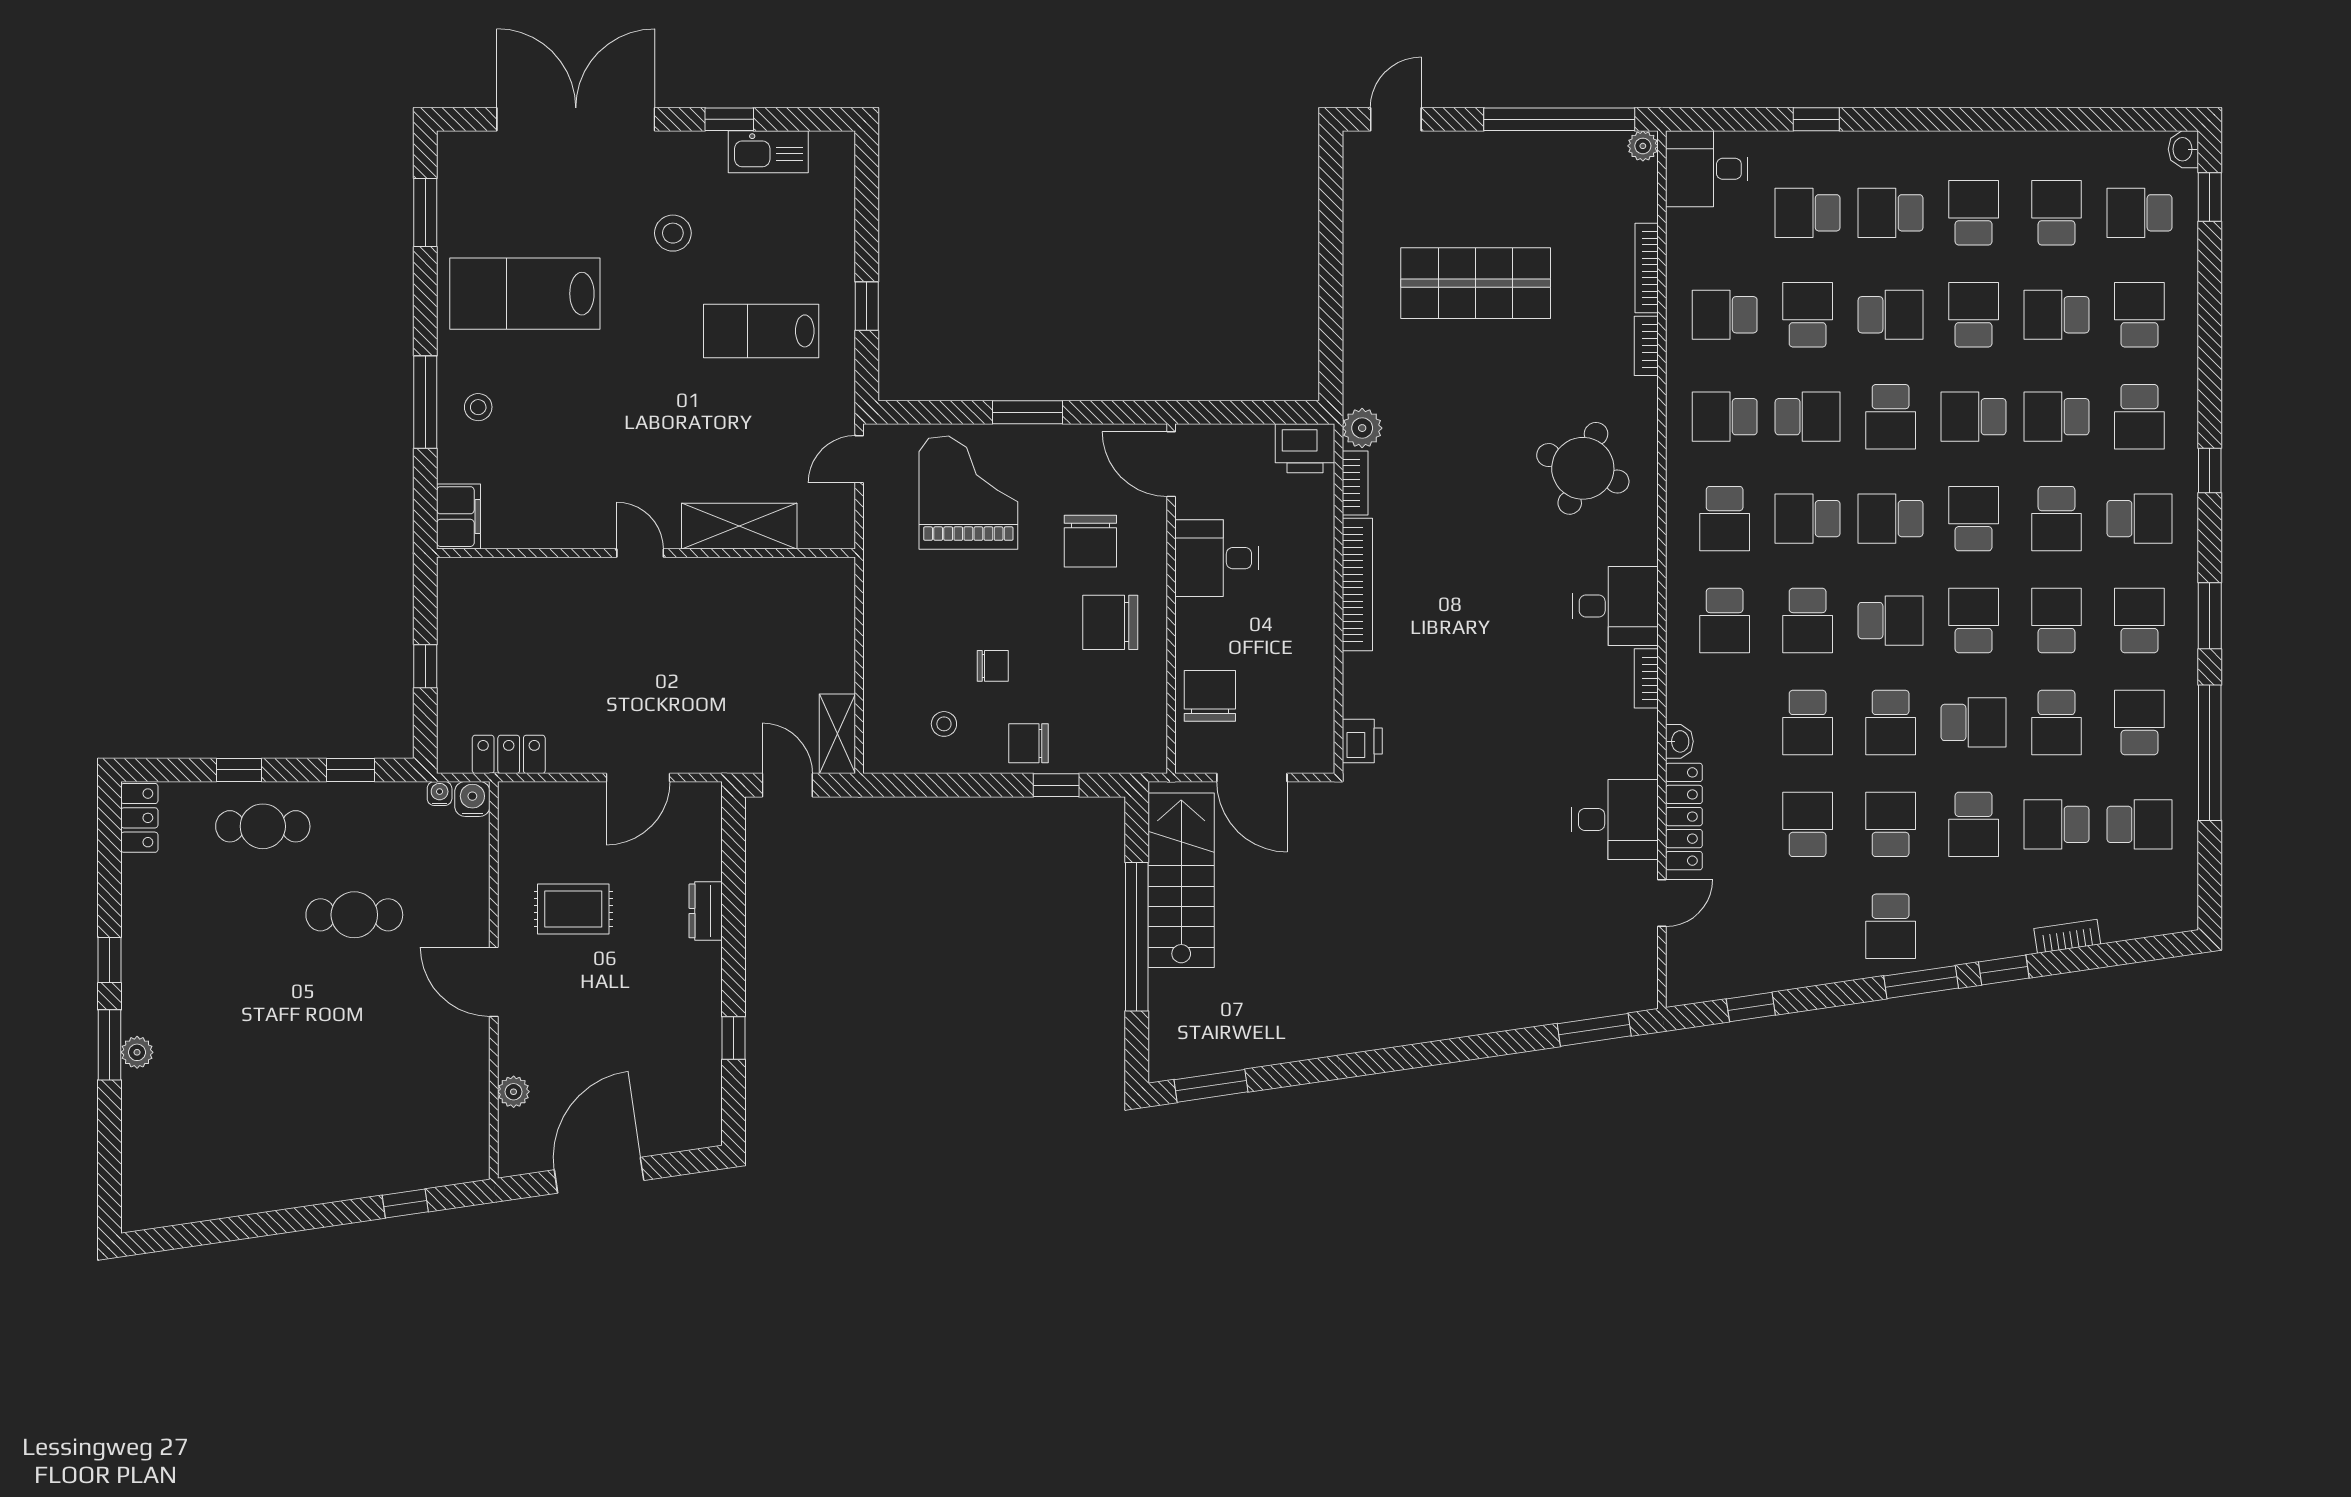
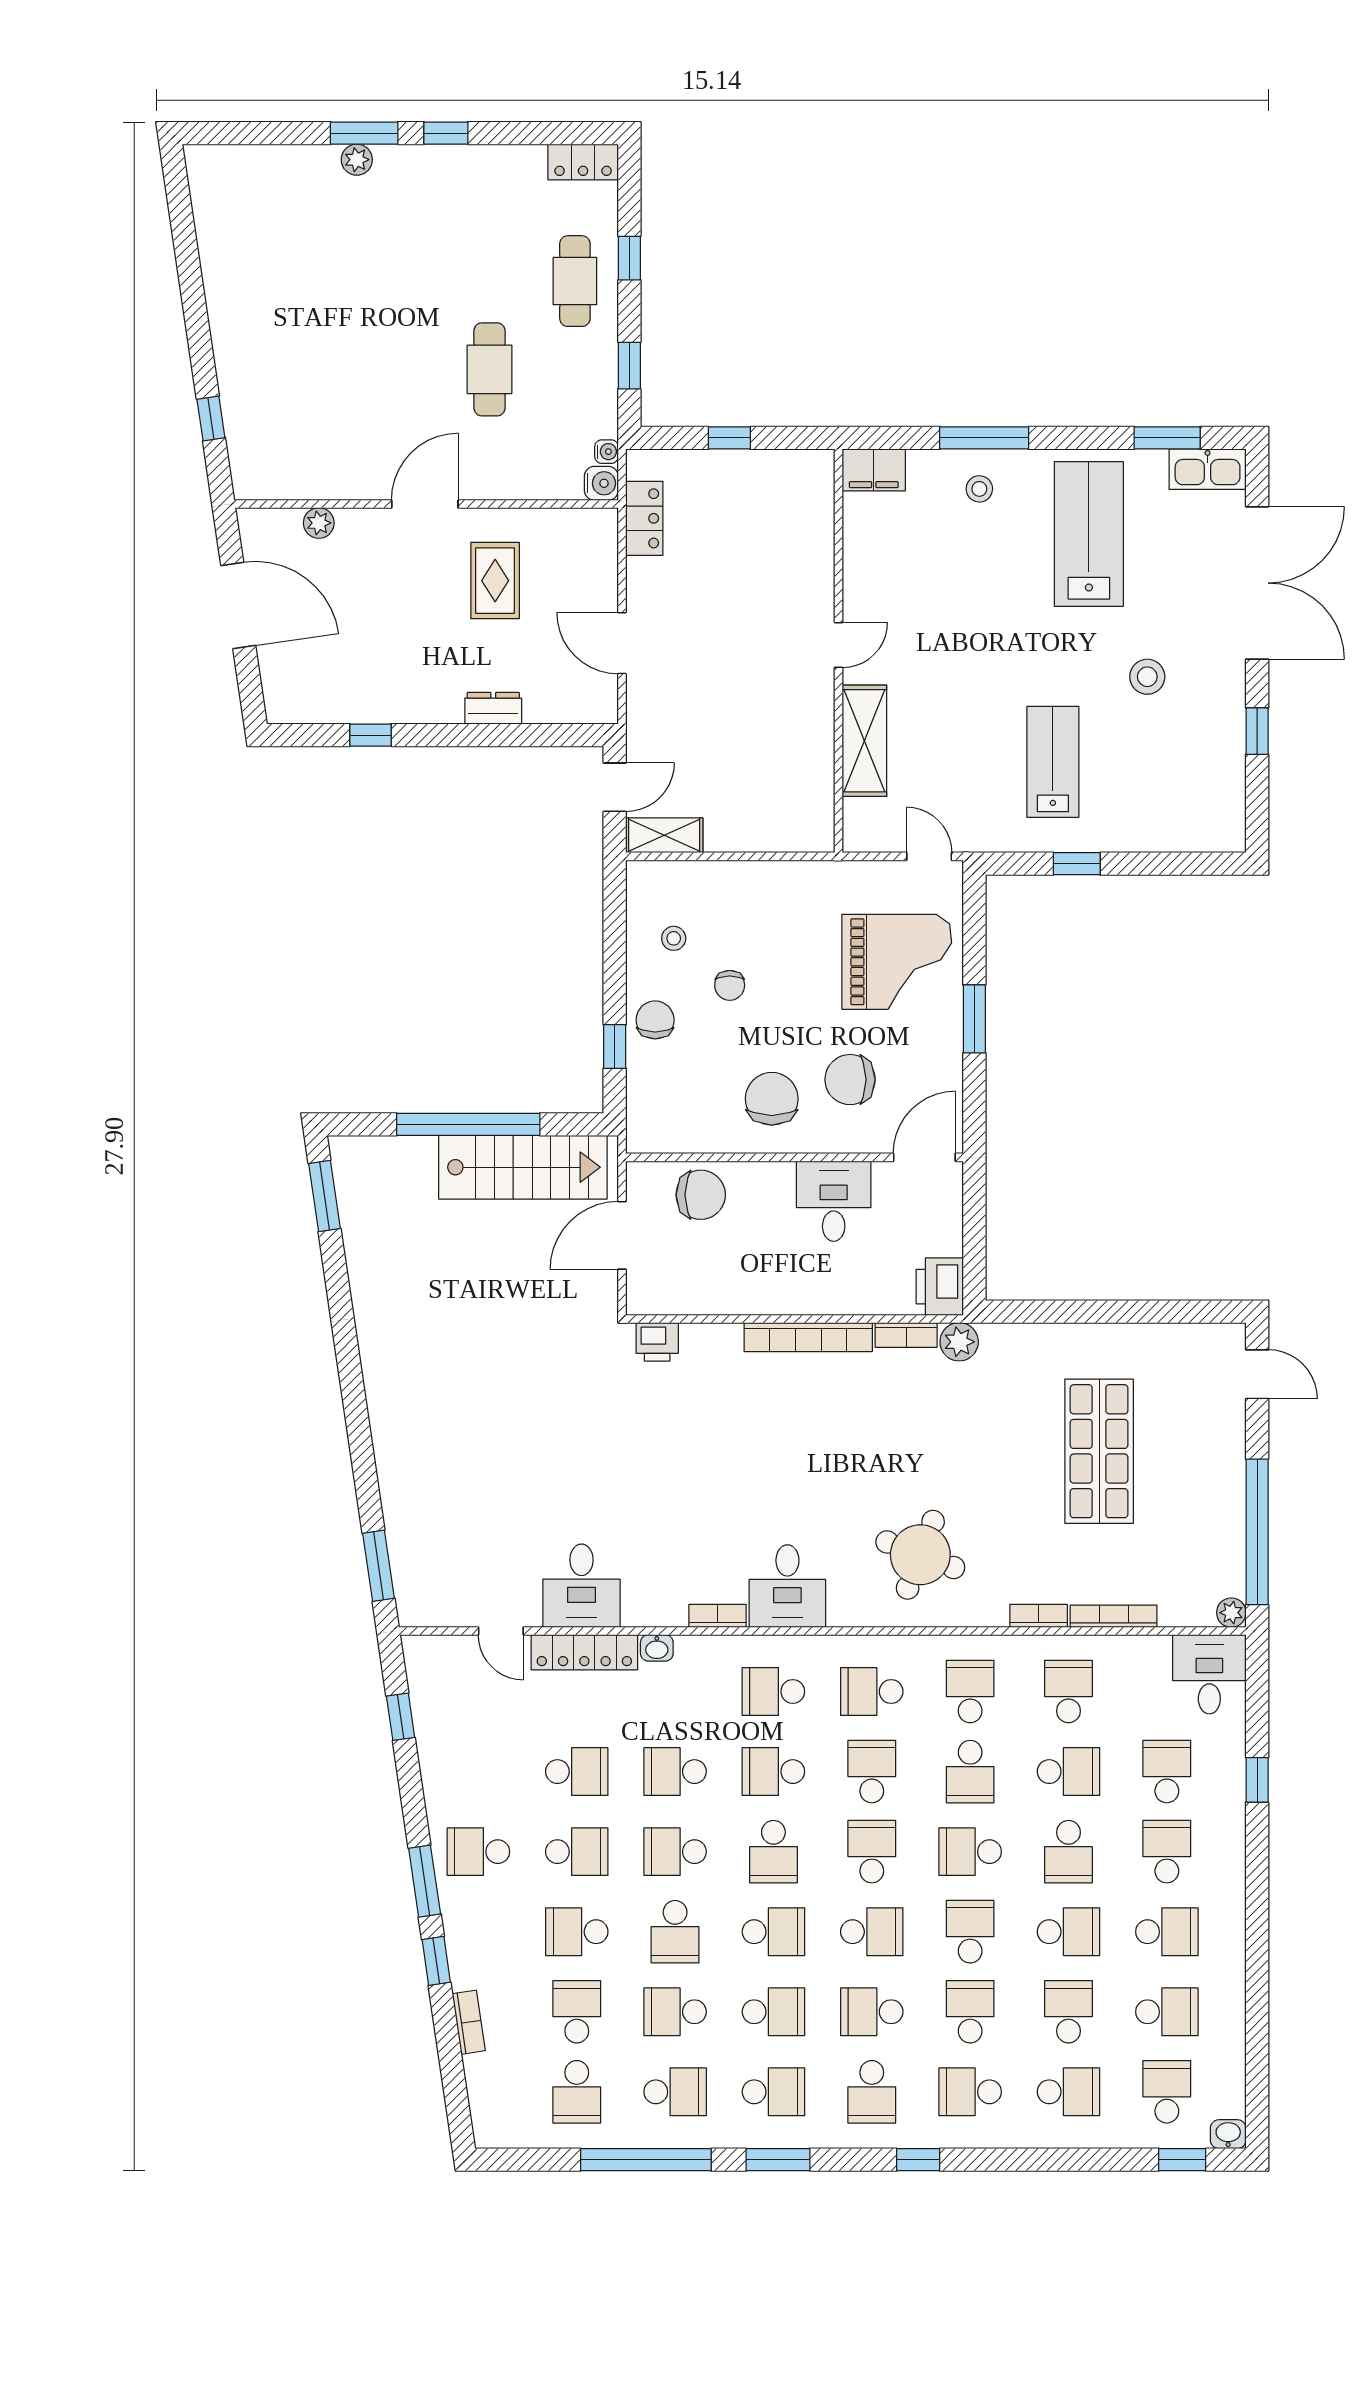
kitchen sink: (768, 152) -> (1208, 469), moved, turned -90

